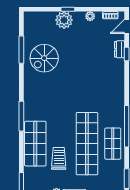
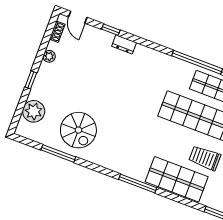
plant: (64, 20) -> (34, 111), moved
dresser: (120, 49) -> (124, 44), moved

